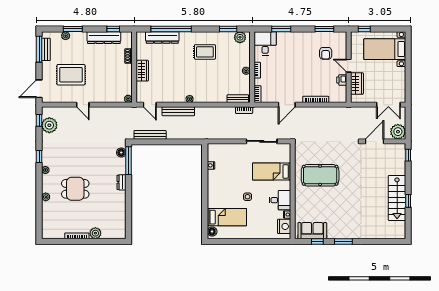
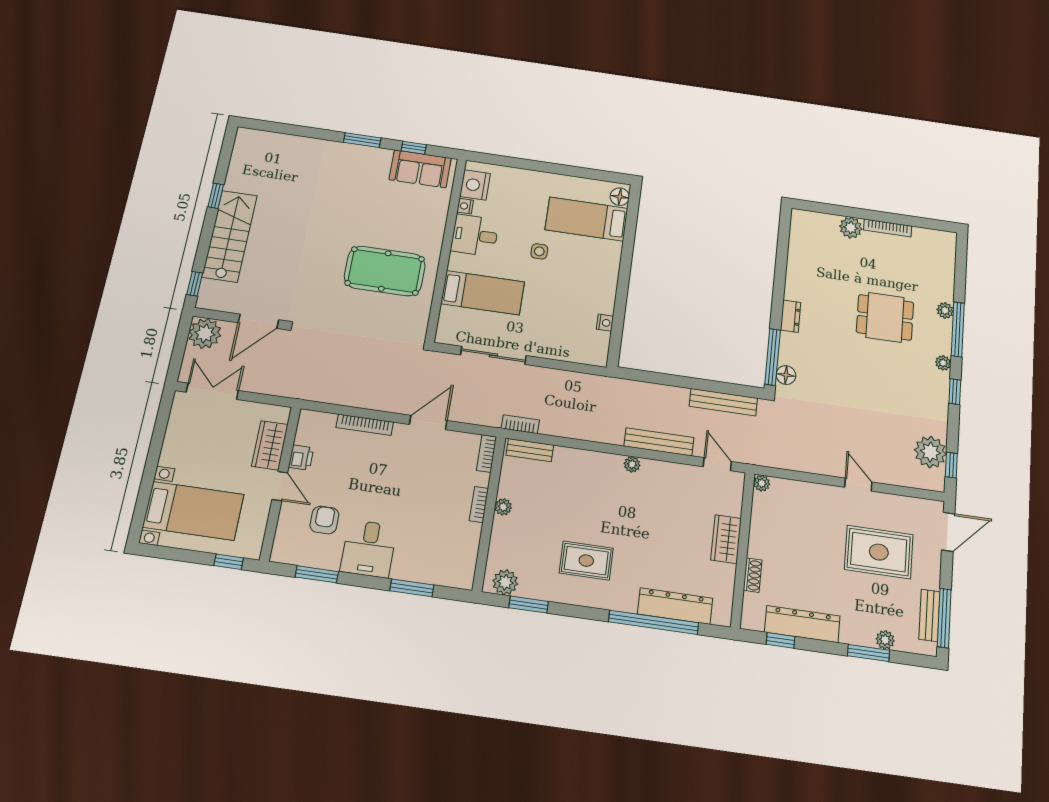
desk: (265, 43) -> (369, 549), moved
window: (39, 188) -> (958, 329), added
stairs: (397, 198) -> (230, 236), moved

